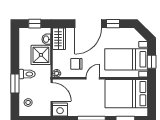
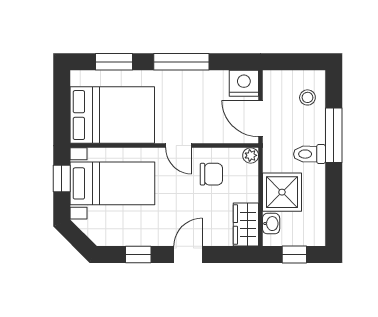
door: (88, 24) -> (188, 254), width x0.53
door: (93, 78) -> (179, 146), hinge flipped
window: (15, 83) -> (334, 135), width x1.44

